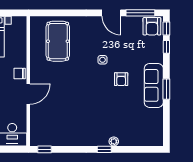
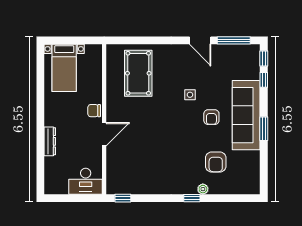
armchair: (152, 26) -> (216, 162), moved
sofa: (154, 85) -> (246, 115), width x1.36, depth x1.27

